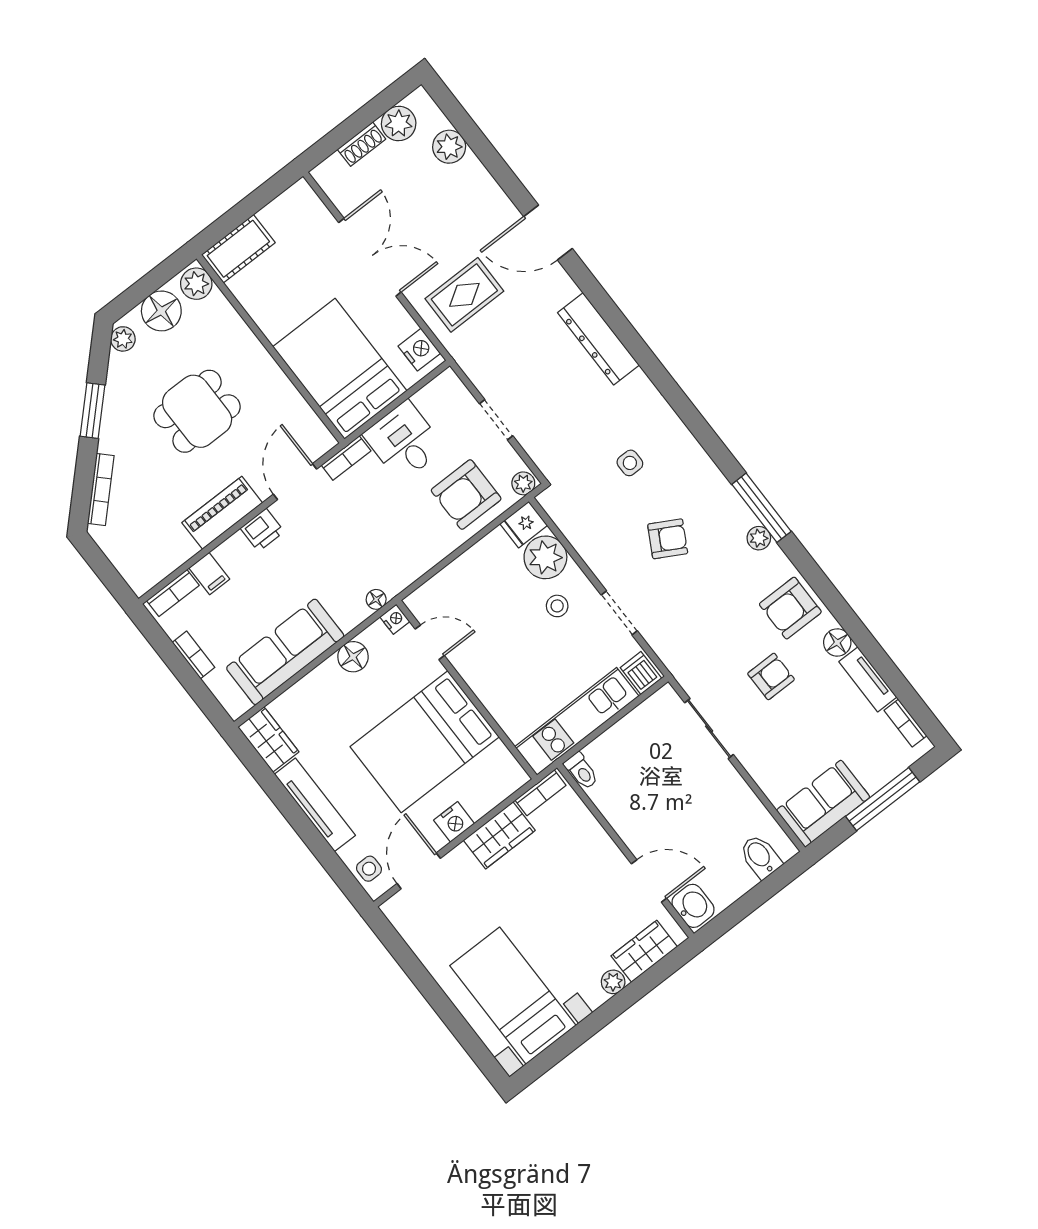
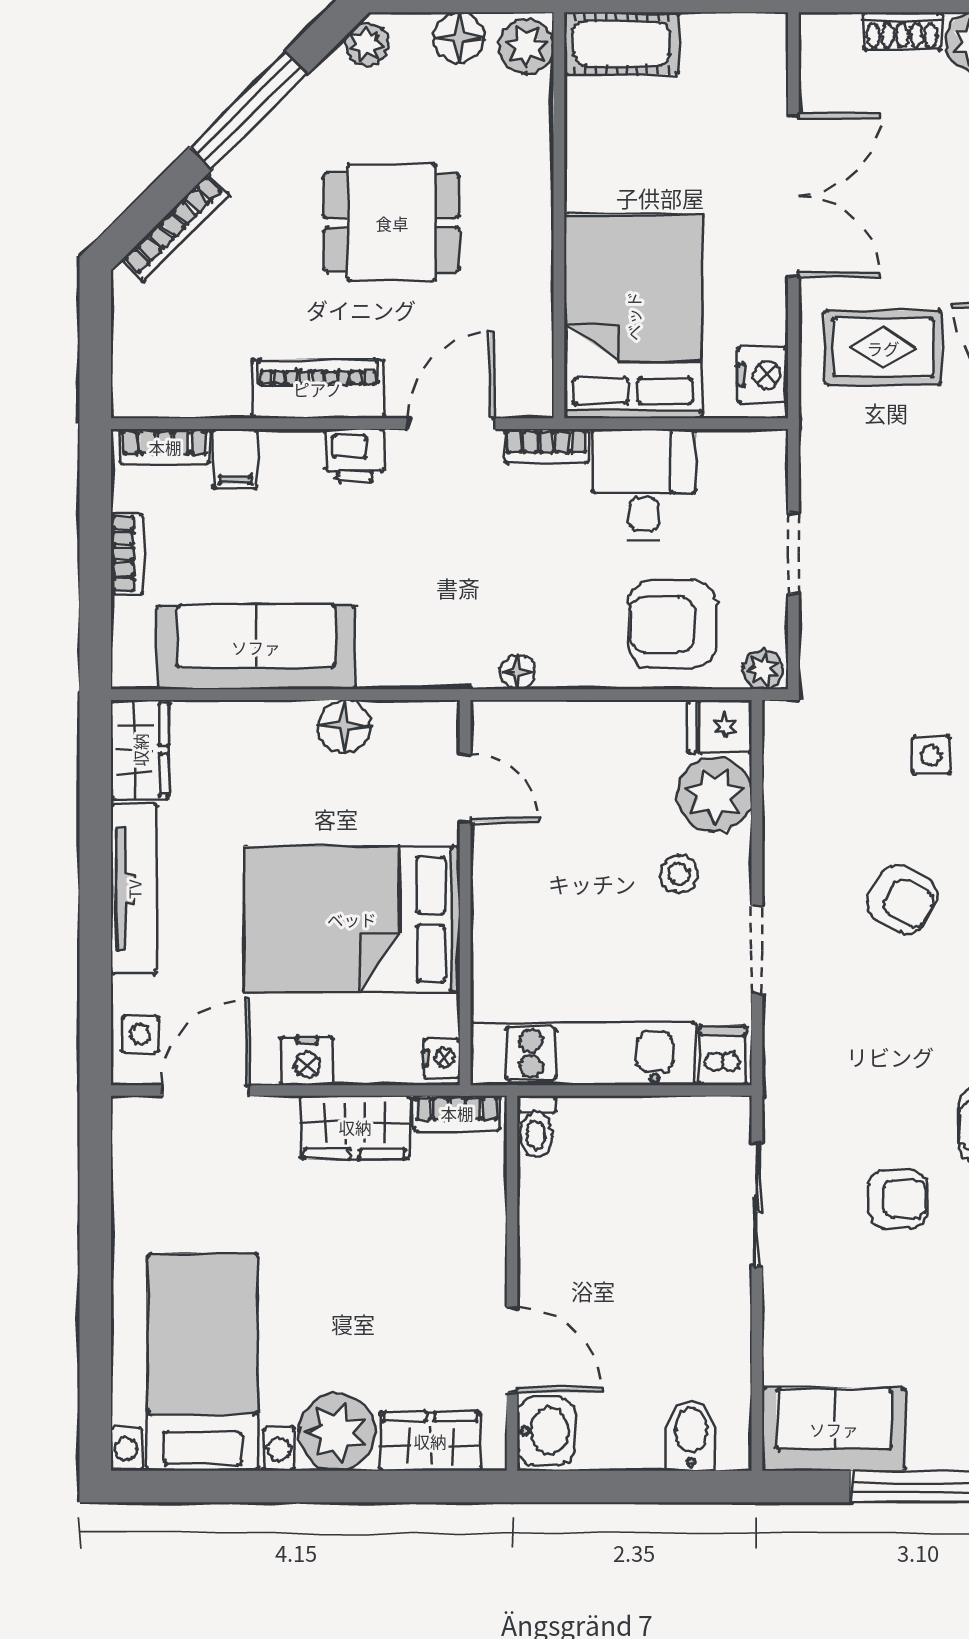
floor lamp: (161, 311) -> (459, 37), width x0.73, depth x0.73
window: (93, 411) -> (249, 110), width x1.44
floor lamp: (376, 599) -> (517, 672), moved
nightstand: (395, 619) -> (442, 1058), moved
plant: (613, 982) -> (337, 1432), width x1.88, depth x1.88

